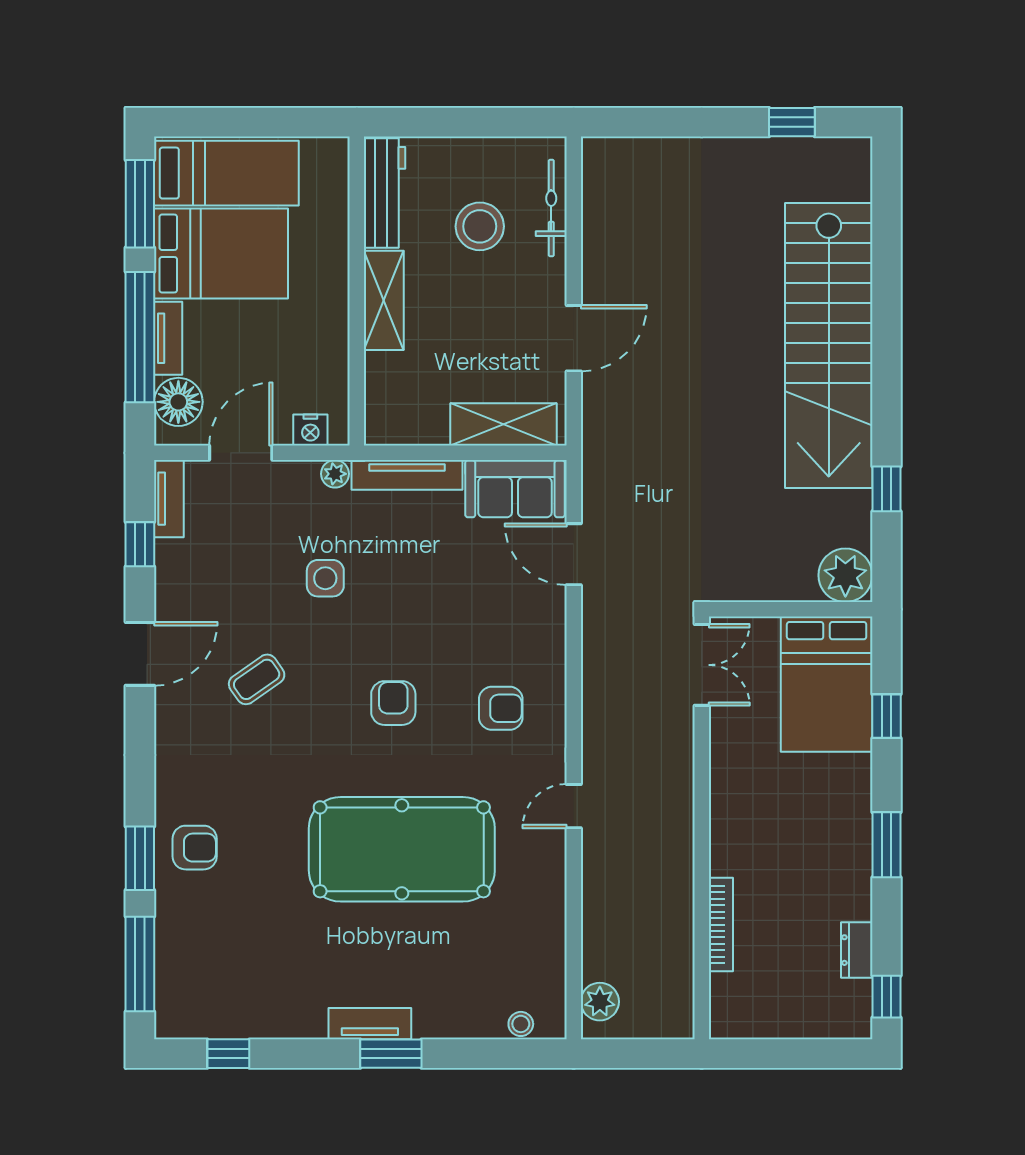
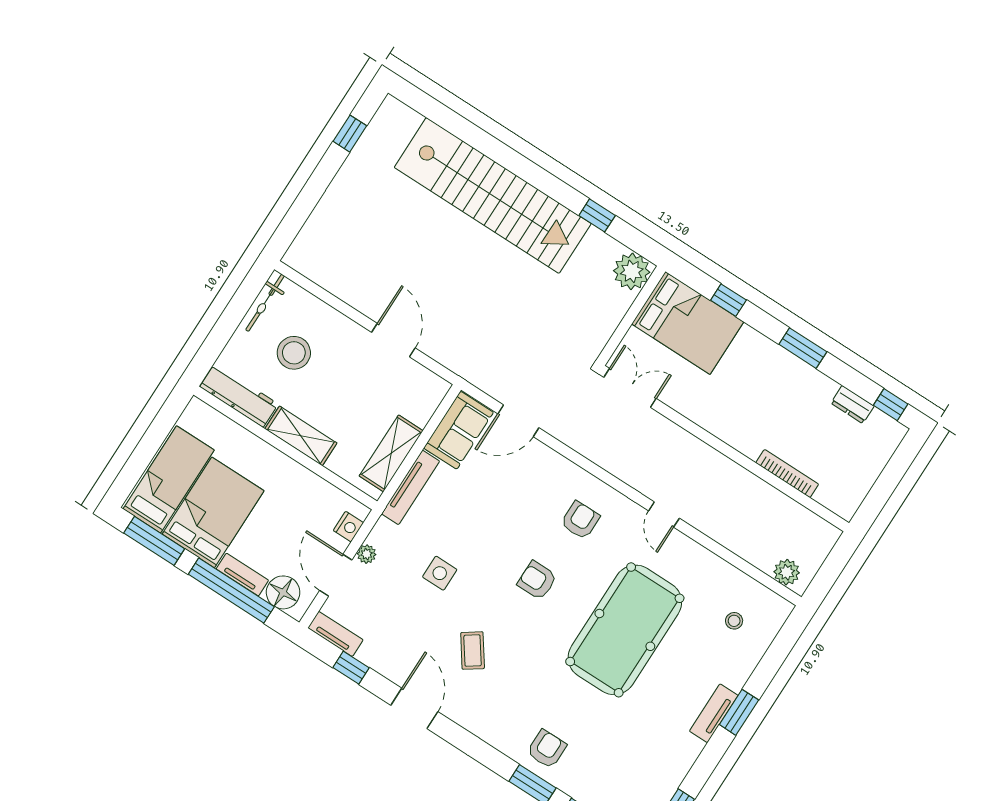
bicycle: (551, 208) -> (265, 303), moved, turned -90
shelving: (504, 424) -> (391, 453), moved
plant: (335, 474) -> (367, 554), moved
stool: (521, 1024) -> (734, 621), moved

